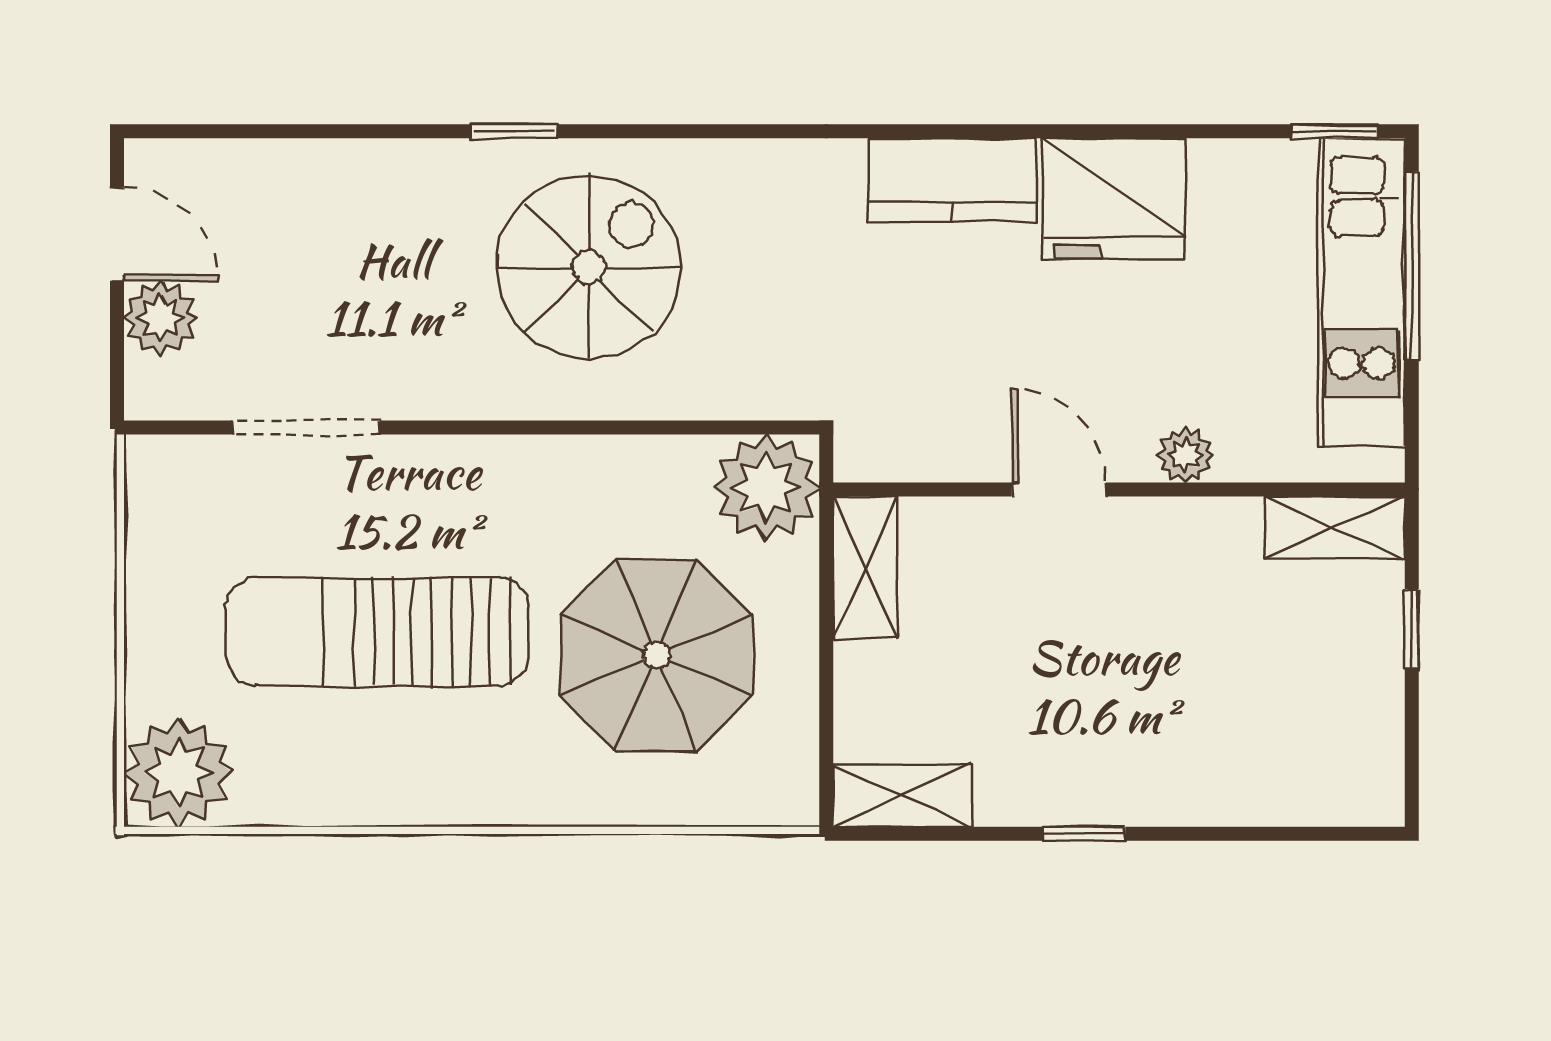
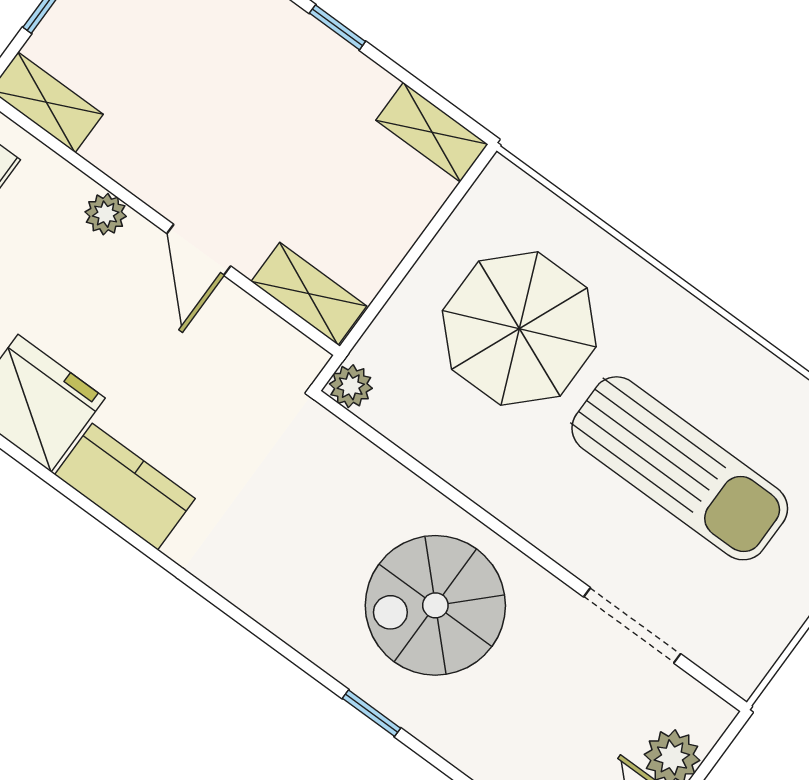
spiral stairs: (589, 267) -> (435, 605), moved
plant: (766, 488) -> (351, 386), width x0.53, depth x0.53
shelving: (865, 568) -> (309, 294), moved, turned 90

